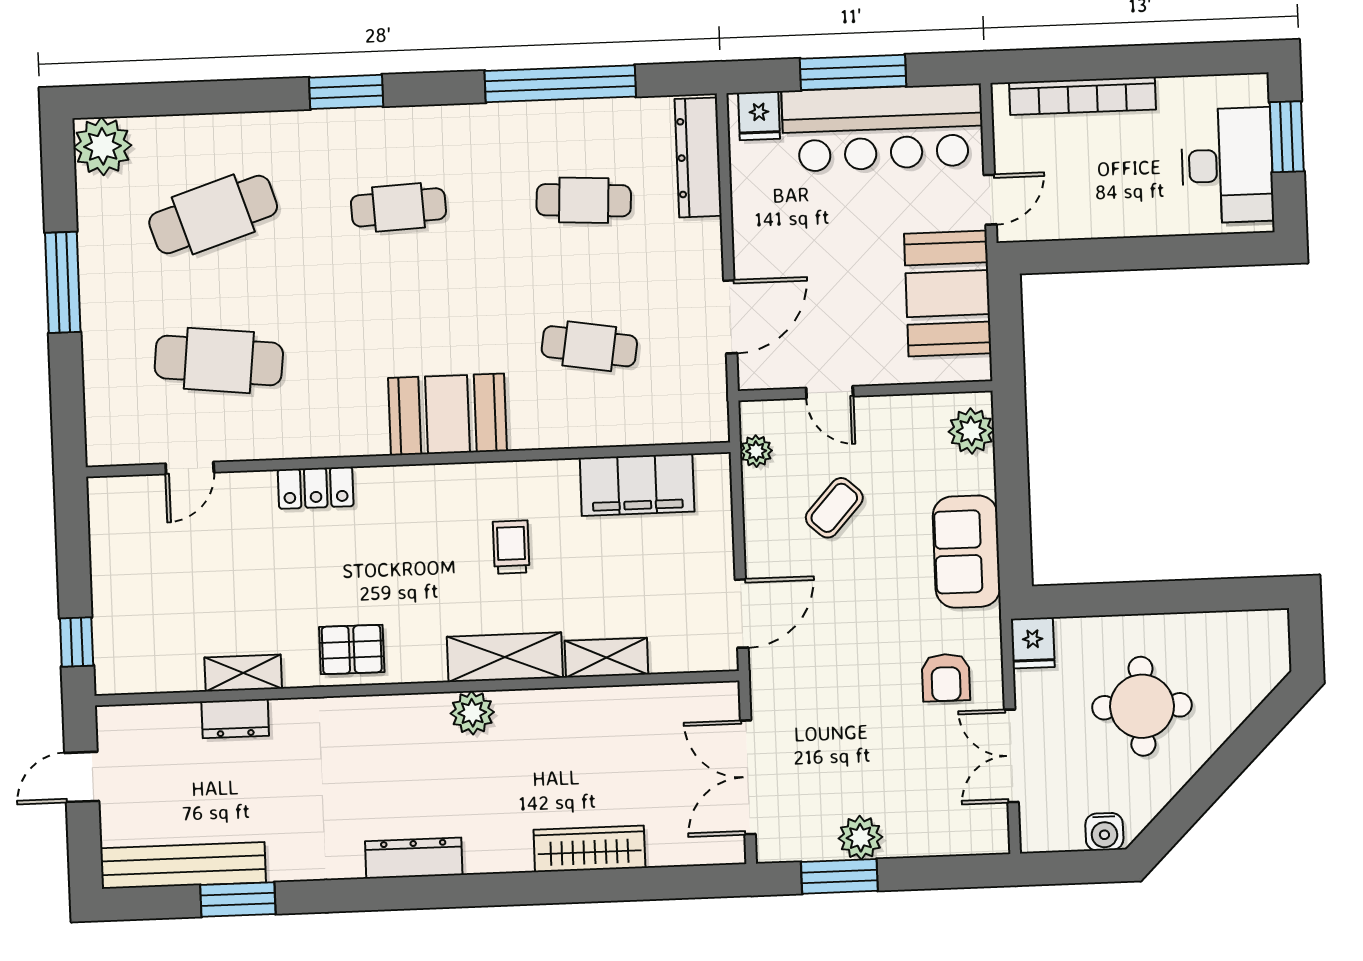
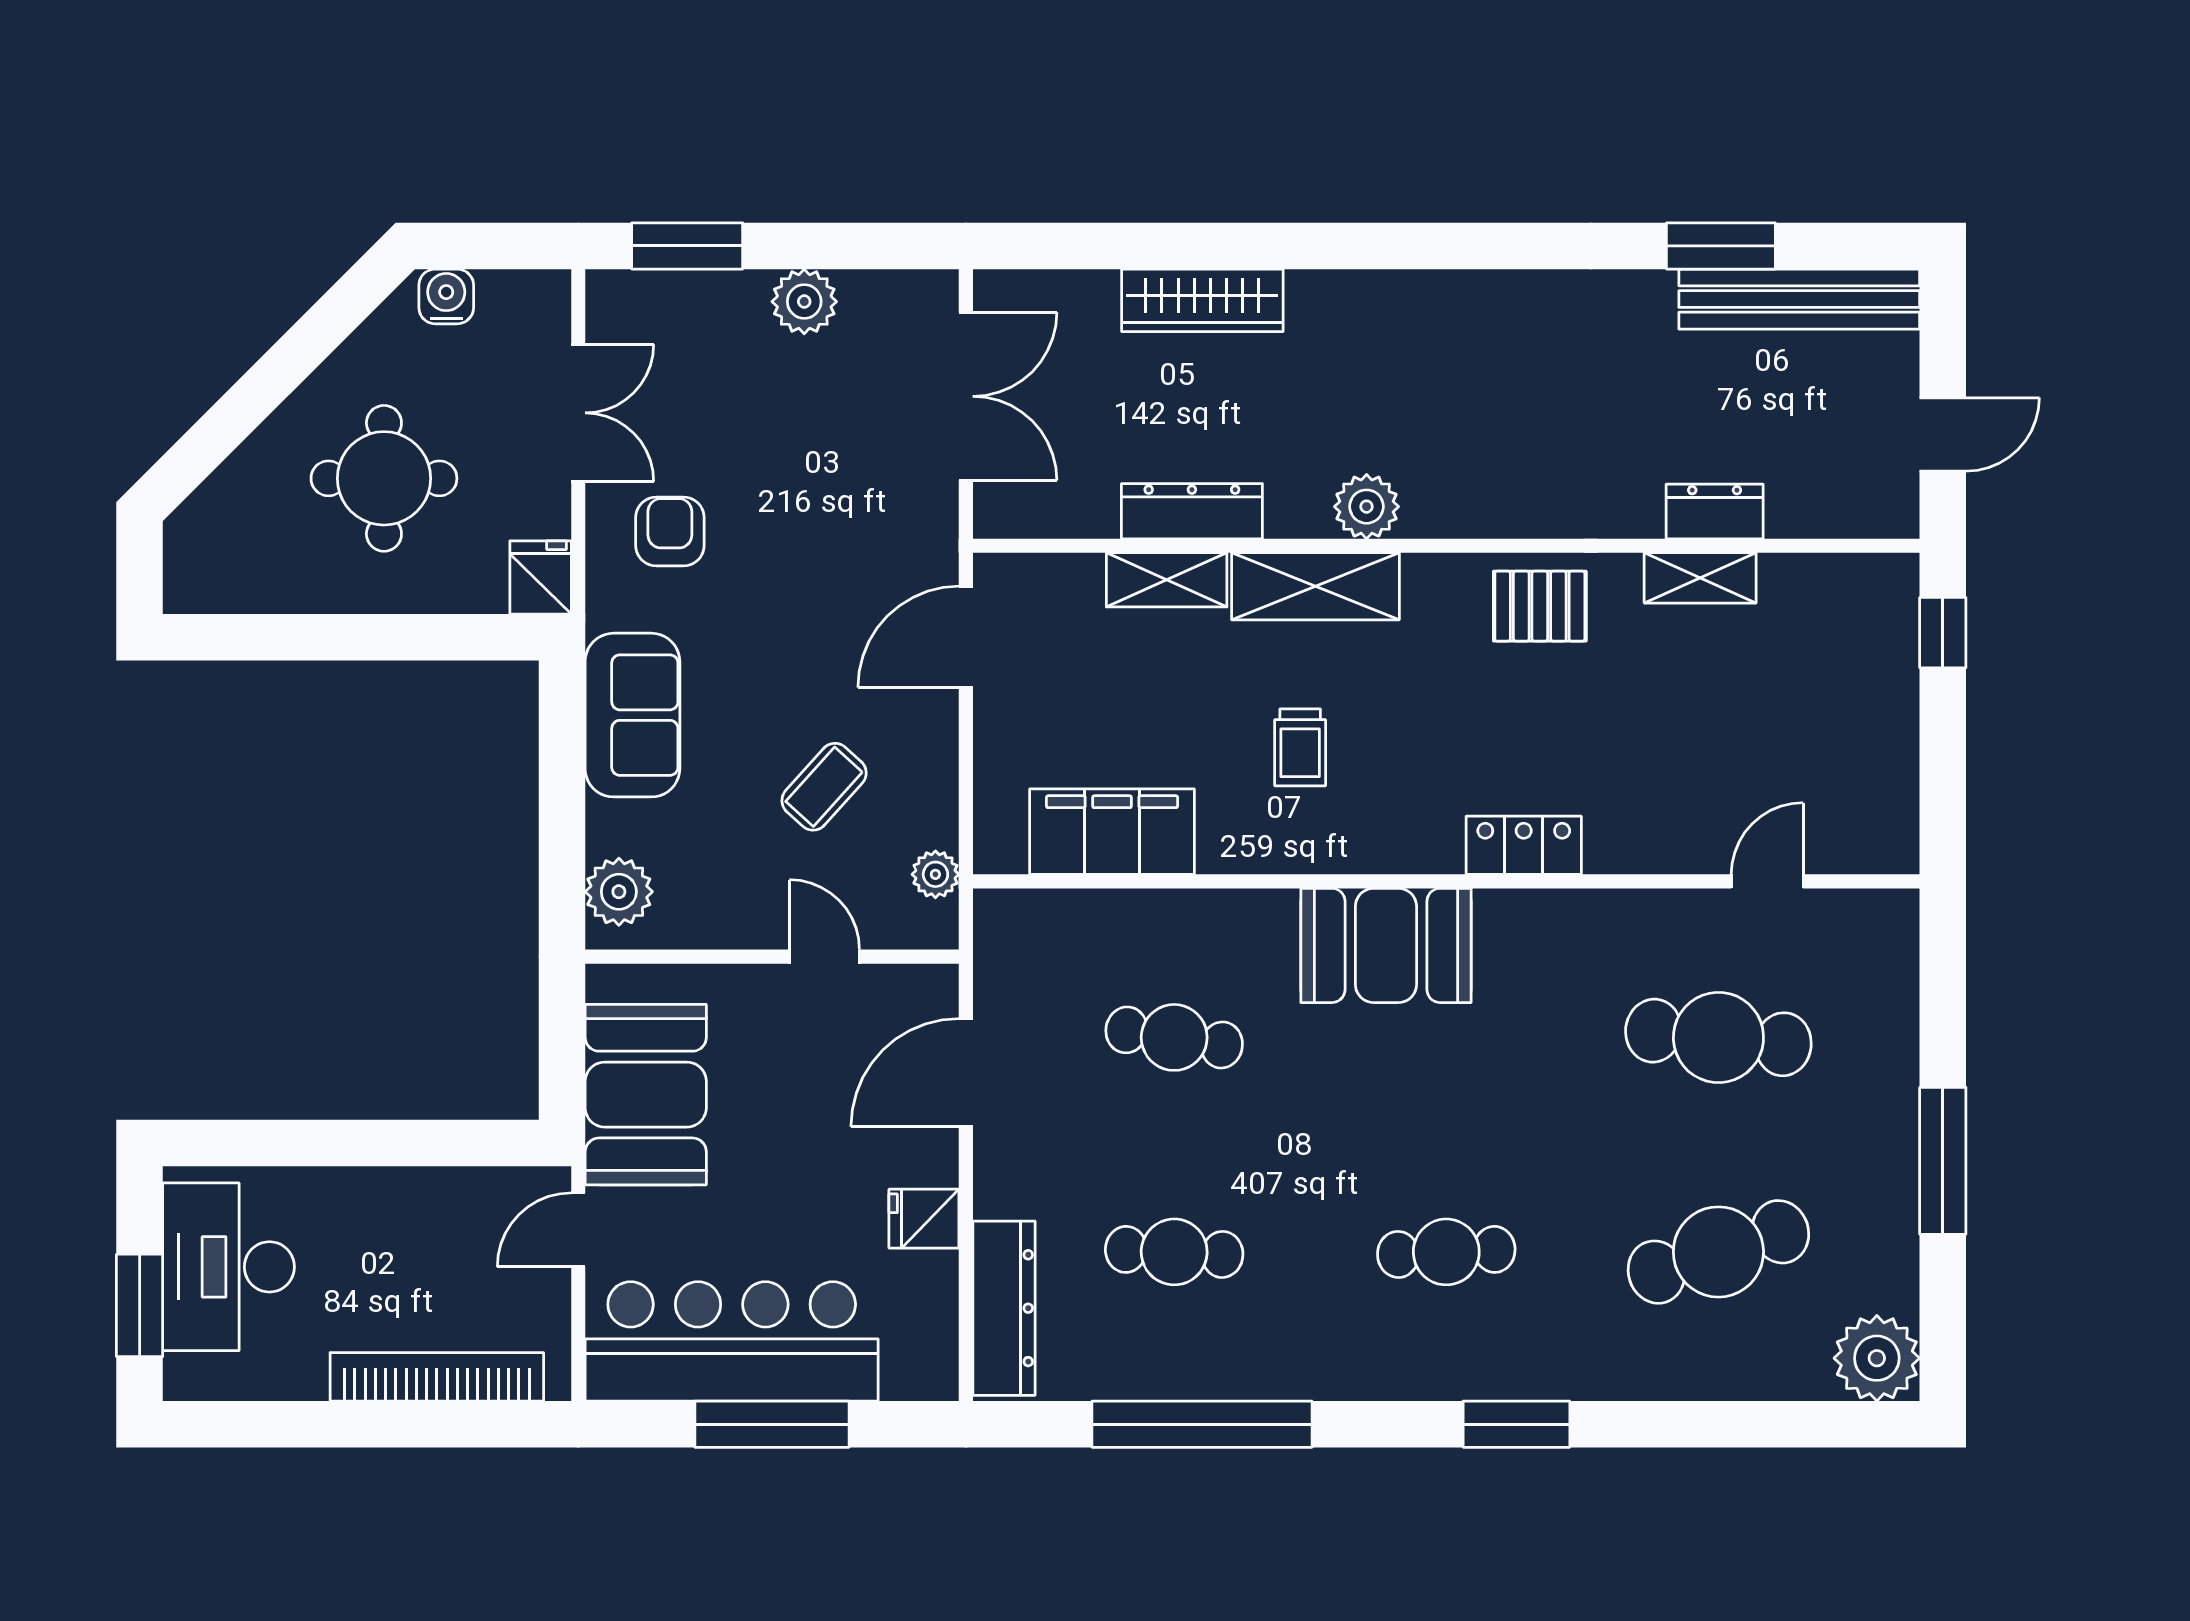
fridge: (759, 116) -> (924, 1219), moved, turned -90
locker: (316, 488) -> (1524, 845), moved
dresser: (414, 858) -> (1192, 511), moved, turned 180
window: (839, 876) -> (687, 246), moved

